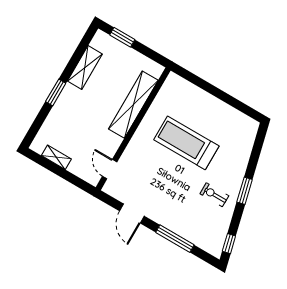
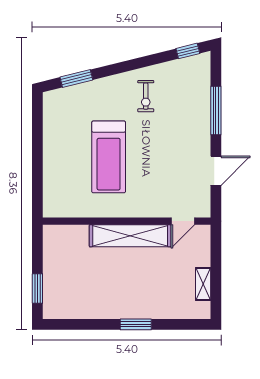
shelving: (85, 68) -> (92, 309), removed
shelving: (133, 105) -> (130, 236), moved
window: (245, 191) -> (76, 79), moved

